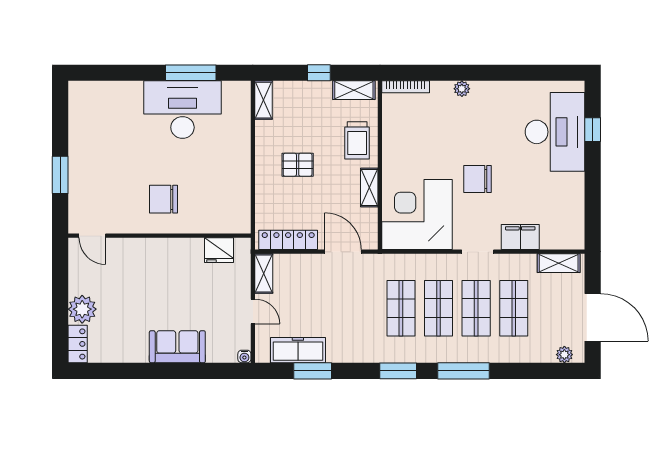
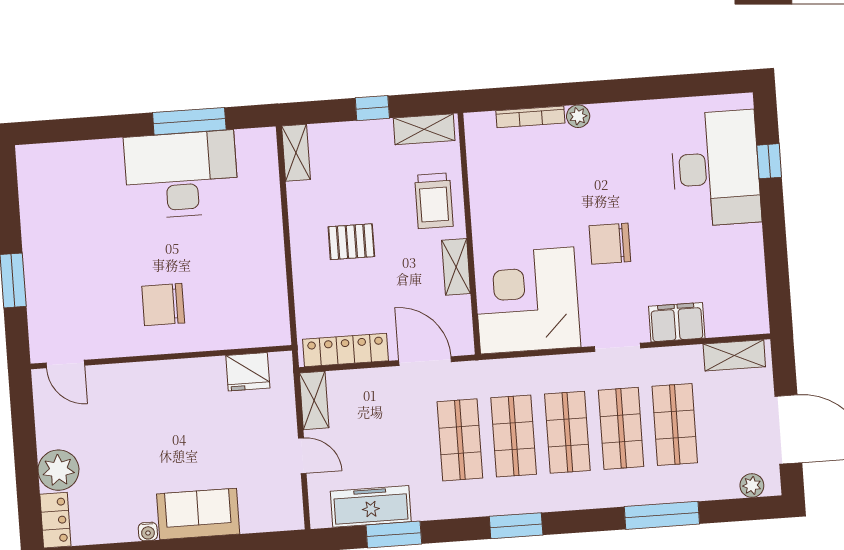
bookcase: (406, 87) -> (530, 117), moved
shop shelf: (363, 308) -> (460, 440), added
water cooler: (244, 356) -> (148, 532), moved
window: (463, 371) -> (662, 515), moved

